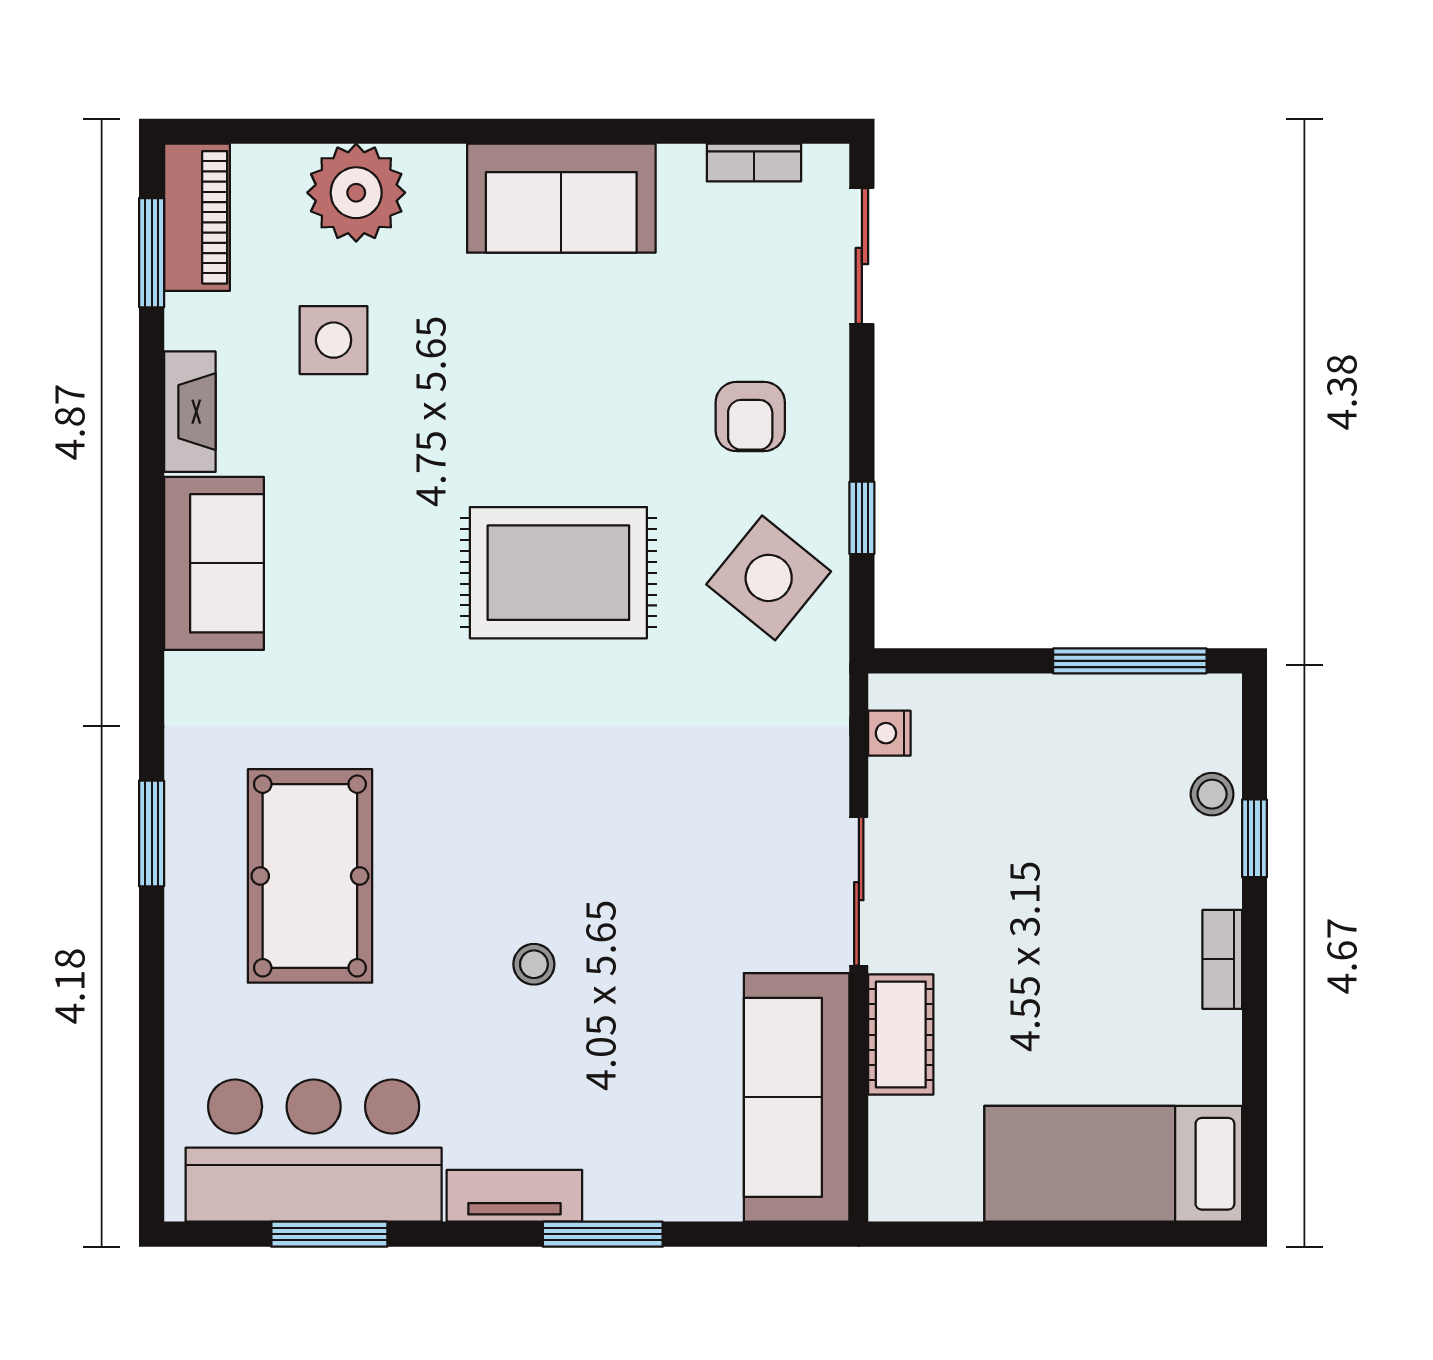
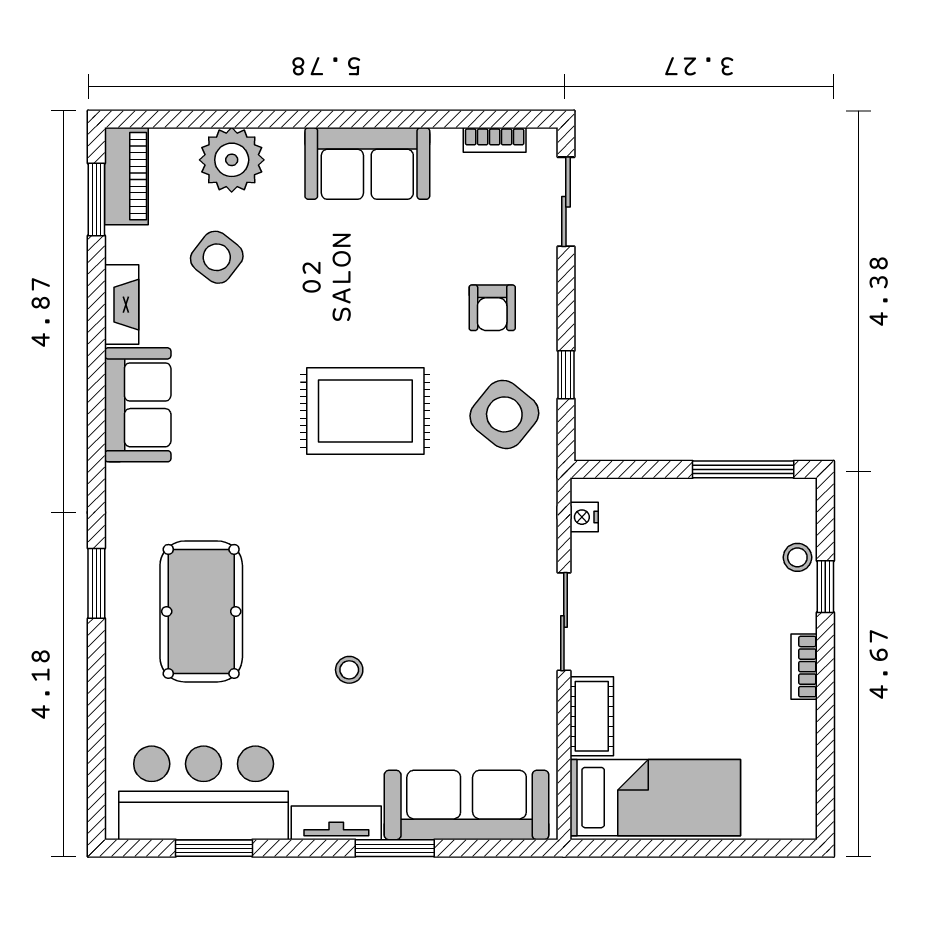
side table: (334, 340) -> (217, 257), turned 38
sofa: (797, 1097) -> (467, 805), moved, turned 90
bed: (1113, 1164) -> (655, 798), moved, turned 180

